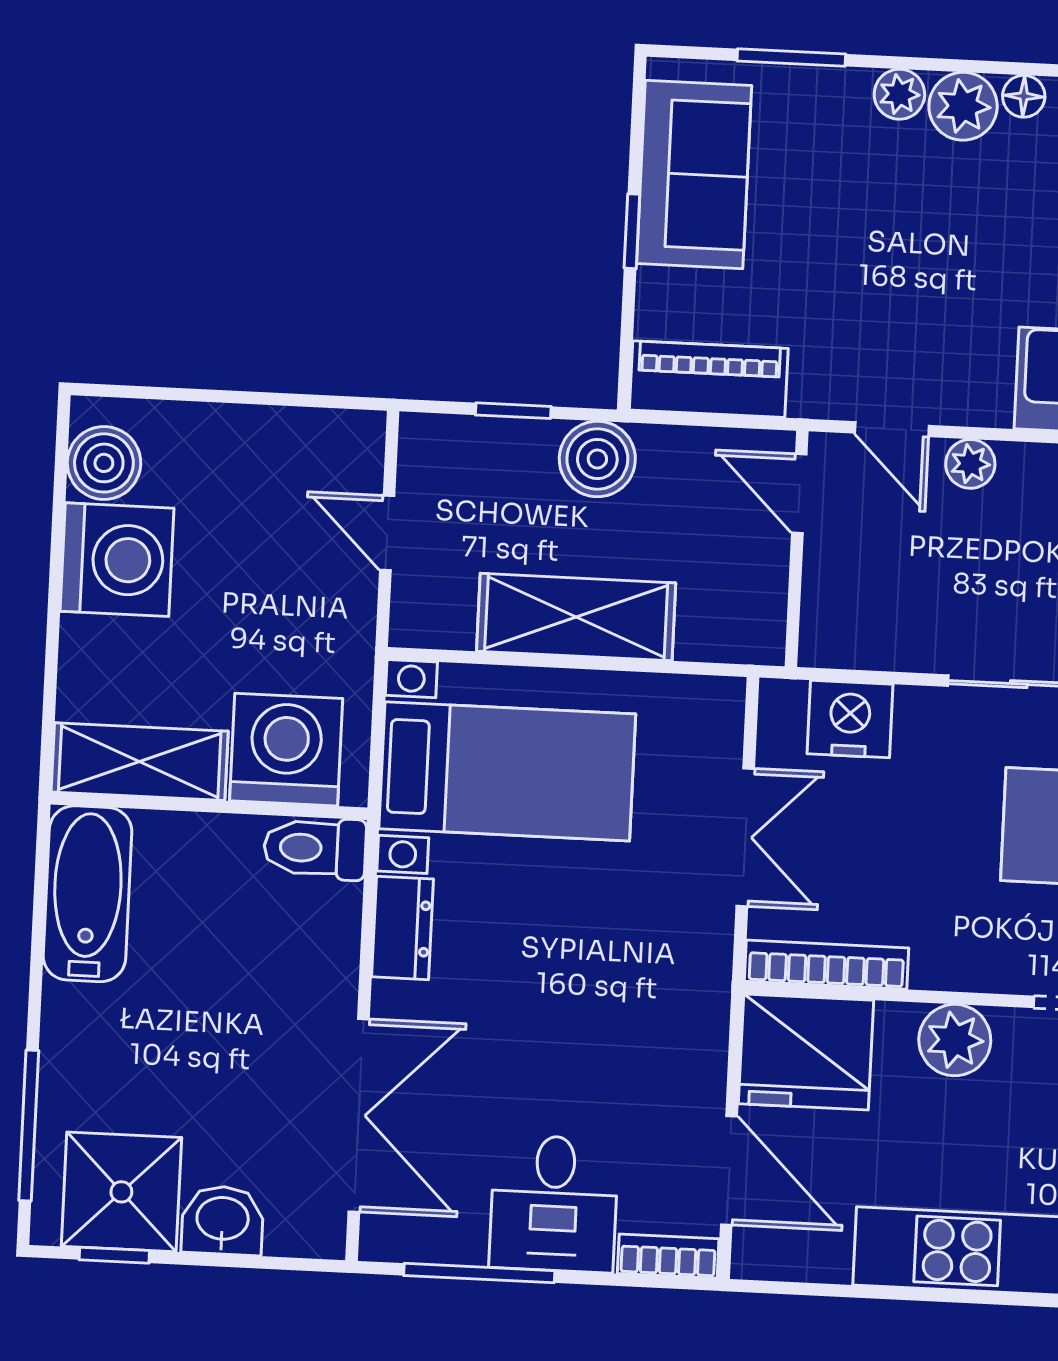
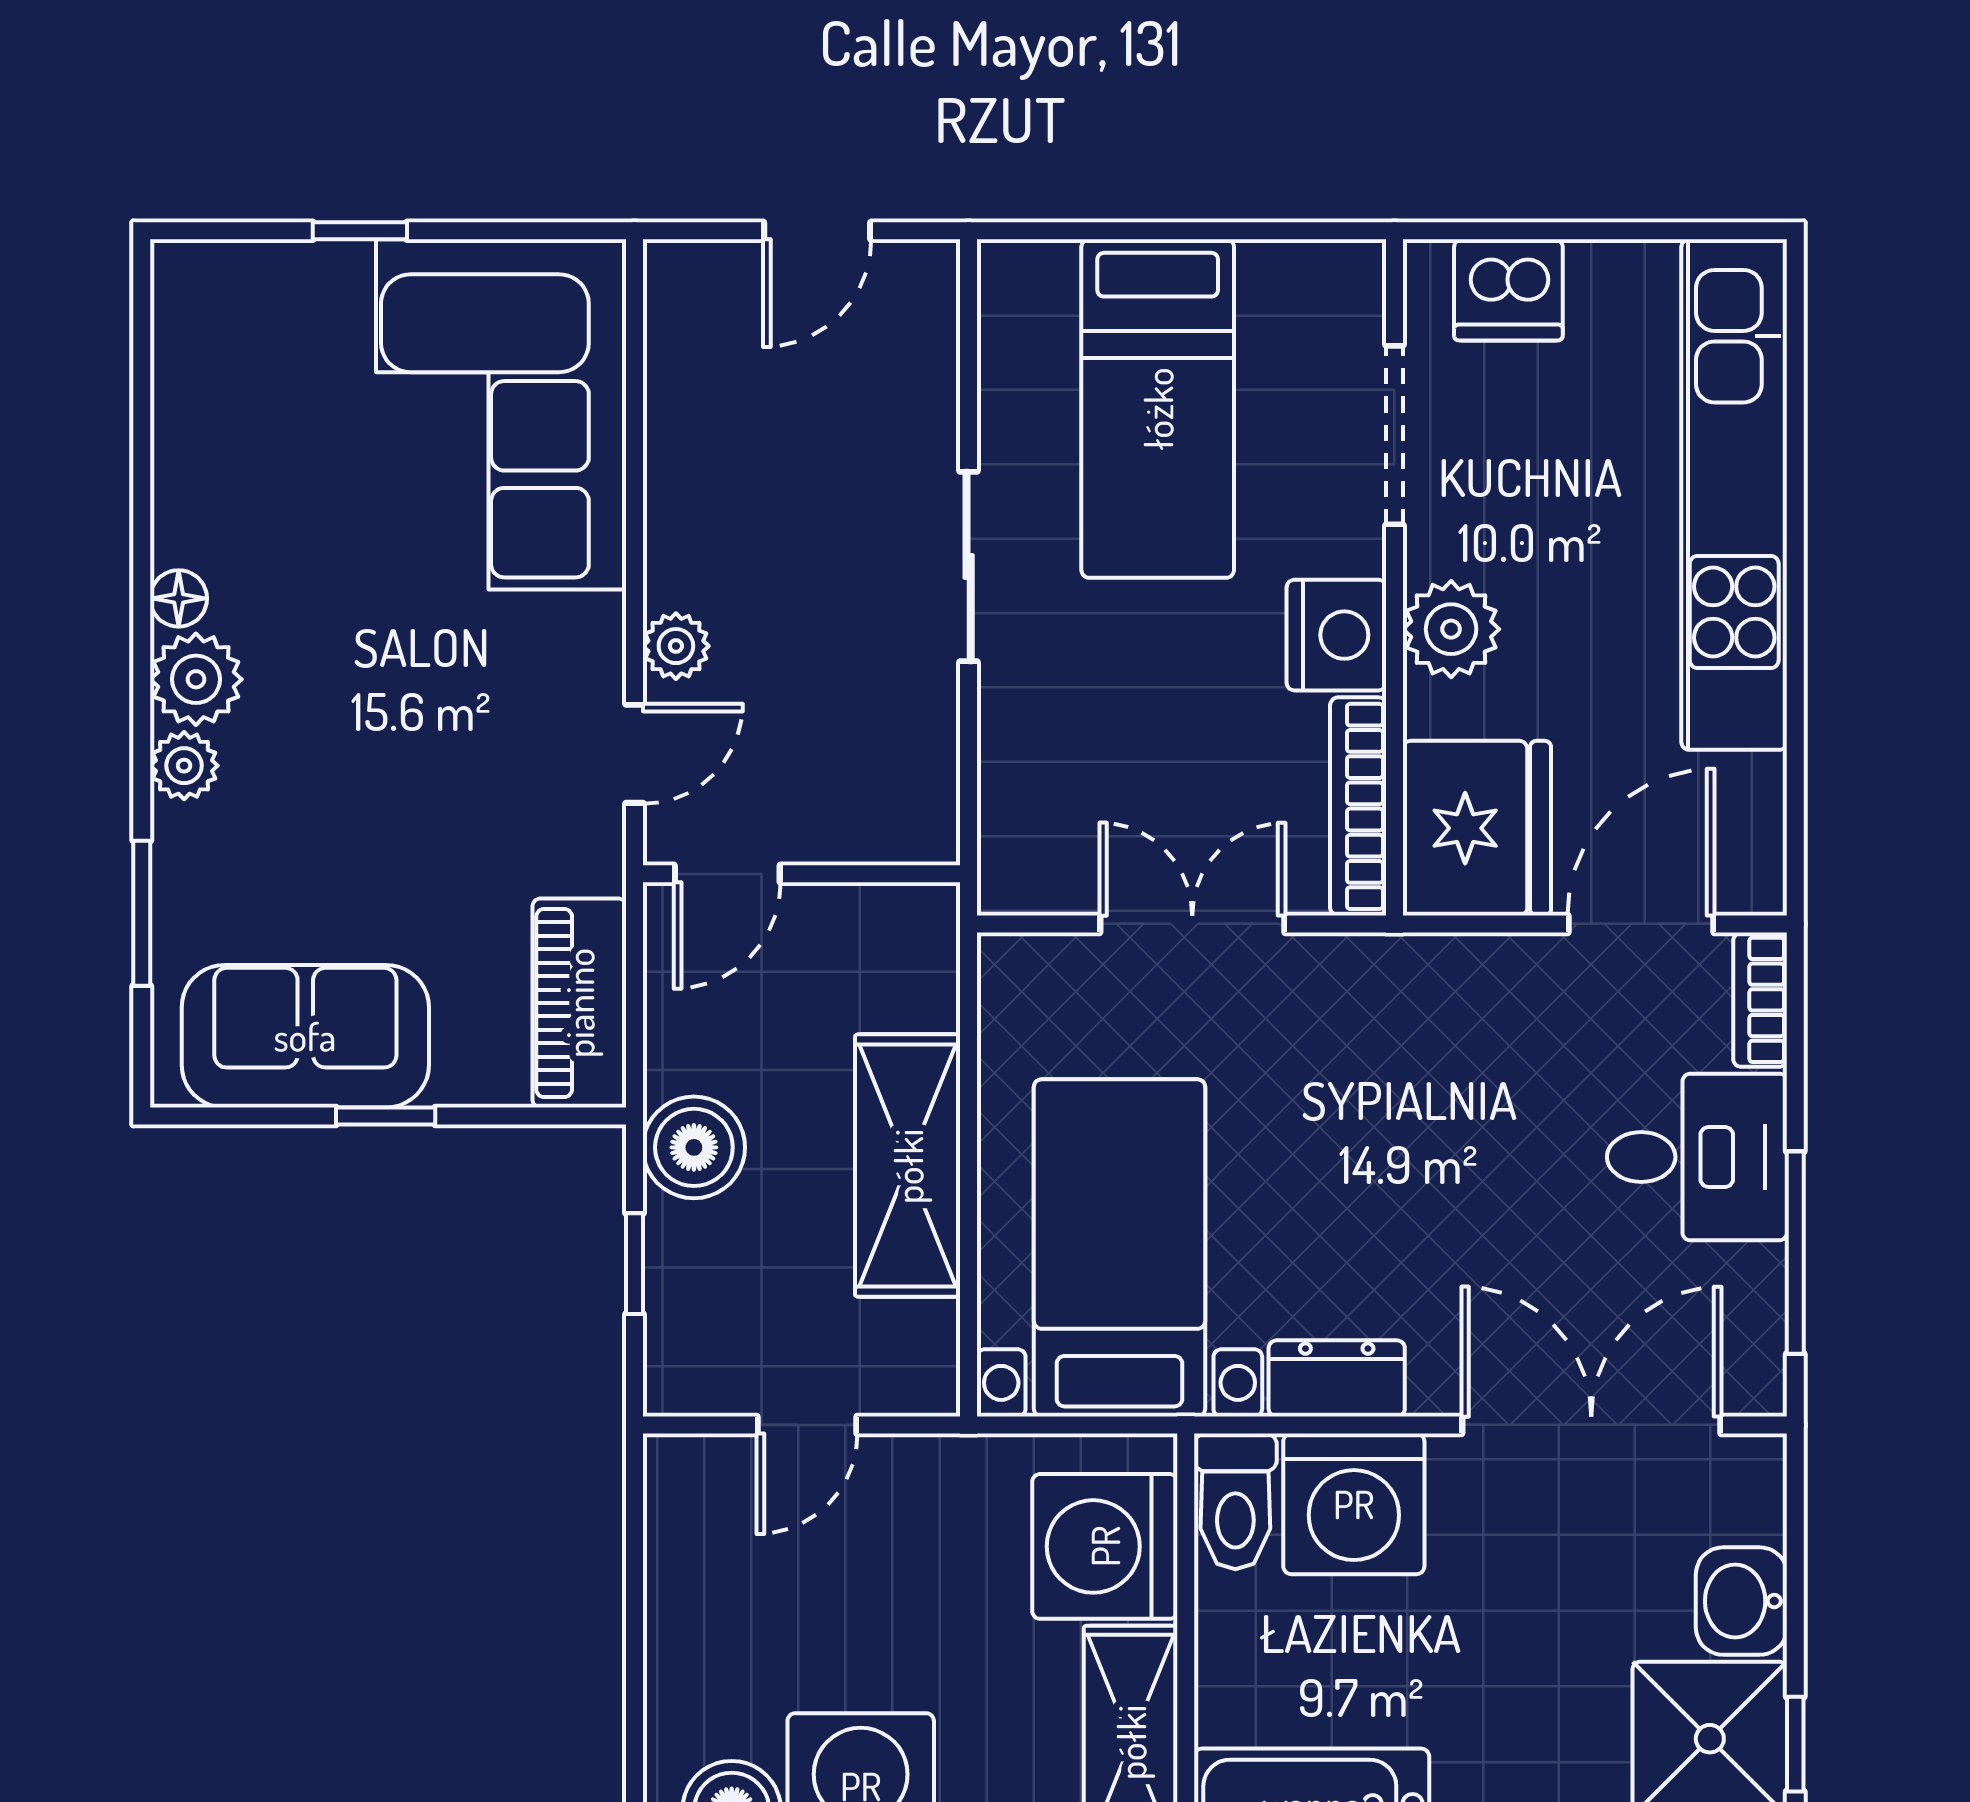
nightstand: (850, 719) -> (1336, 635), moved, turned 180
washing machine: (309, 936) -> (1354, 1504), added

